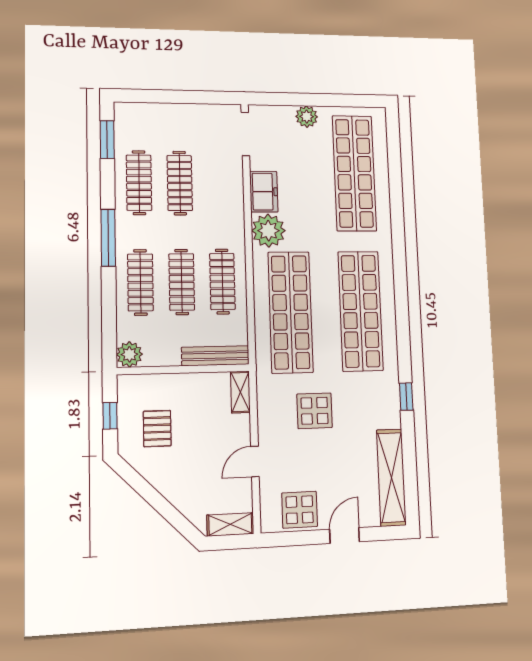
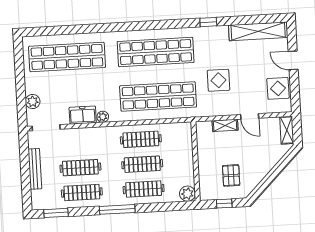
plant: (307, 117) -> (33, 102), moved
plant: (268, 231) -> (103, 117), width x0.53, depth x0.53
bench: (215, 356) -> (35, 169), moved
shelving: (240, 392) -> (225, 125), moved
pallet: (157, 429) -> (231, 175), turned 90

